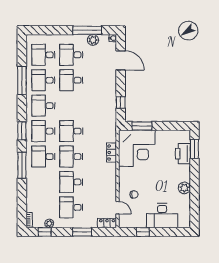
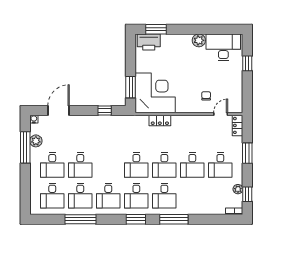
printer: (183, 154) -> (149, 42), moved
desk: (162, 216) -> (223, 47), moved, turned -90
window: (143, 232) -> (247, 63), moved

